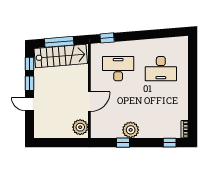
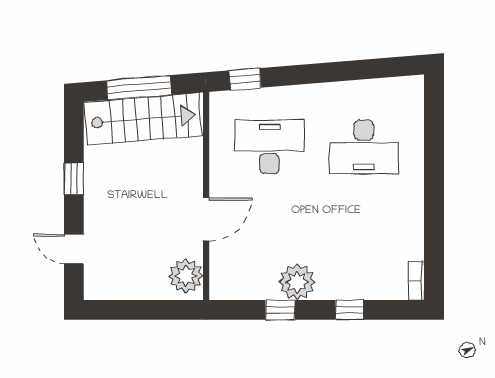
window: (30, 64) -> (74, 136), removed
door: (30, 104) -> (74, 249), moved
window: (170, 143) -> (349, 310), moved

